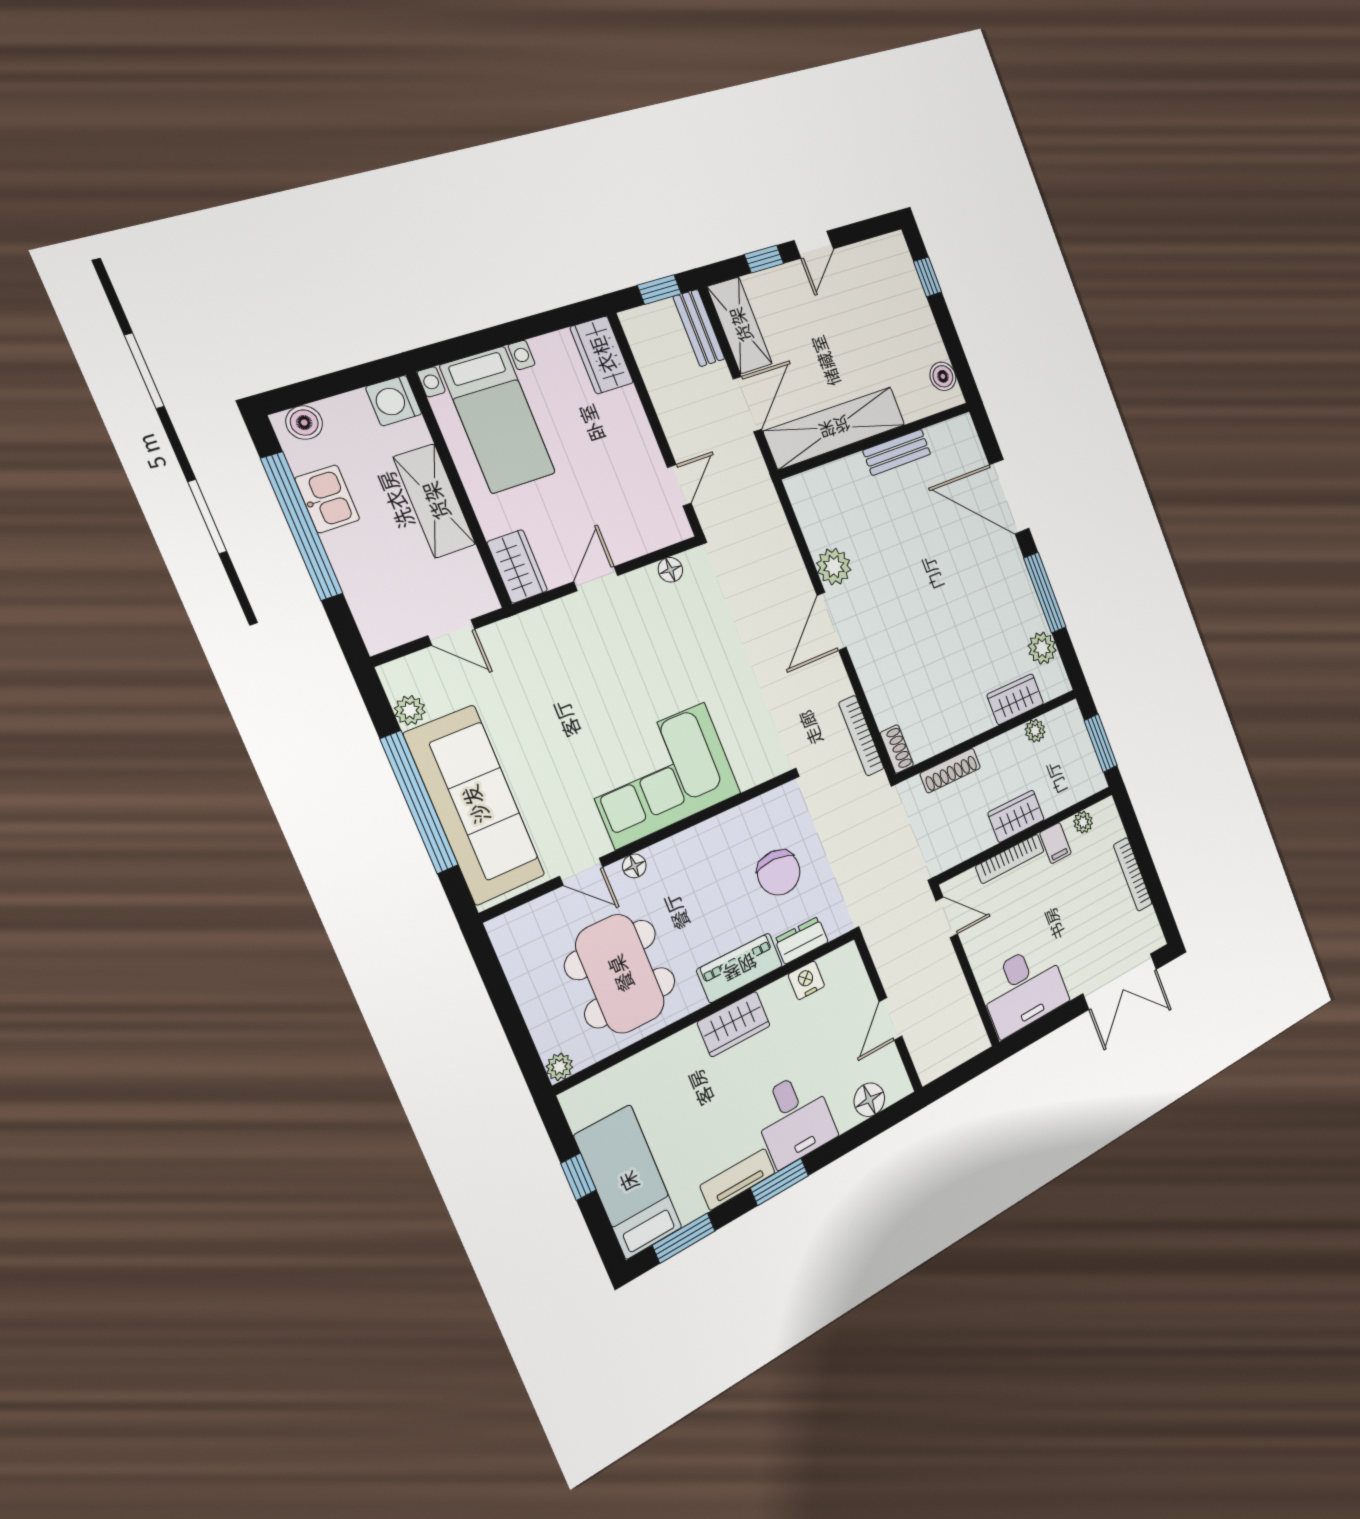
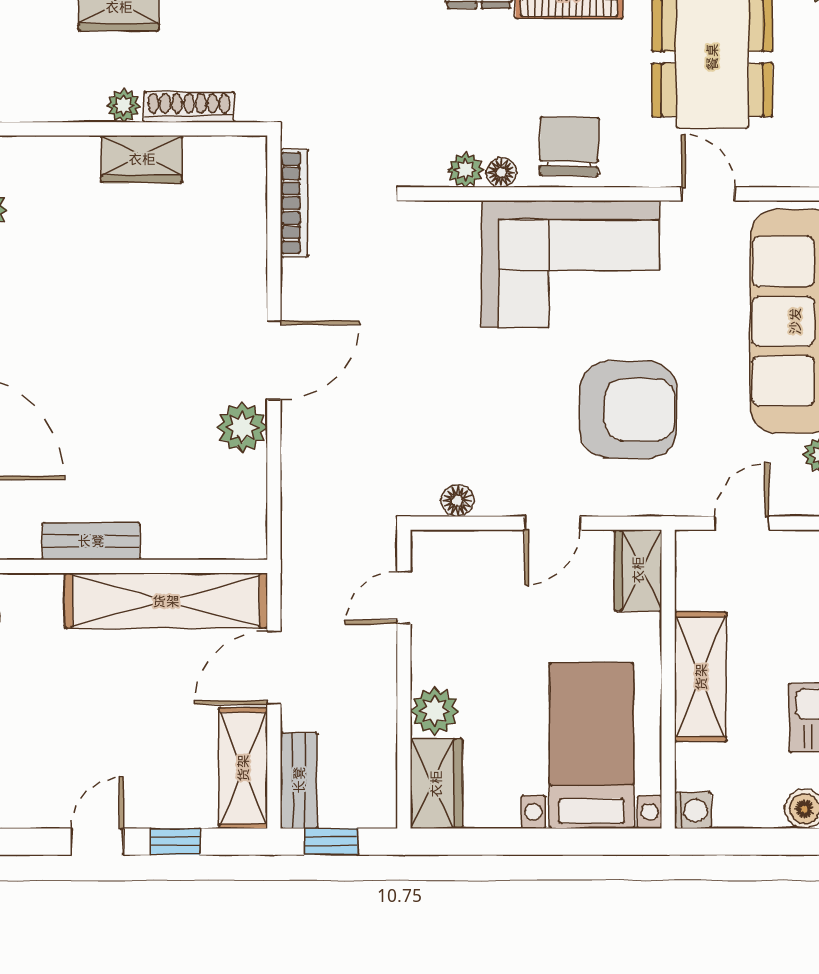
washing machine: (394, 401) -> (693, 810), width x0.73, depth x0.73
plant: (625, 409) -> (435, 711), added
door: (451, 632) -> (742, 523), hinge flipped
armchair: (575, 685) -> (628, 410), added
wardrobe: (1015, 699) -> (142, 159), moved
plant: (1035, 731) -> (124, 106), moved
shoe rack: (897, 749) -> (253, 166), removed
plant: (760, 810) -> (465, 170), added
floor lamp: (634, 866) -> (501, 173), moved
chair: (779, 873) -> (569, 147), moved

